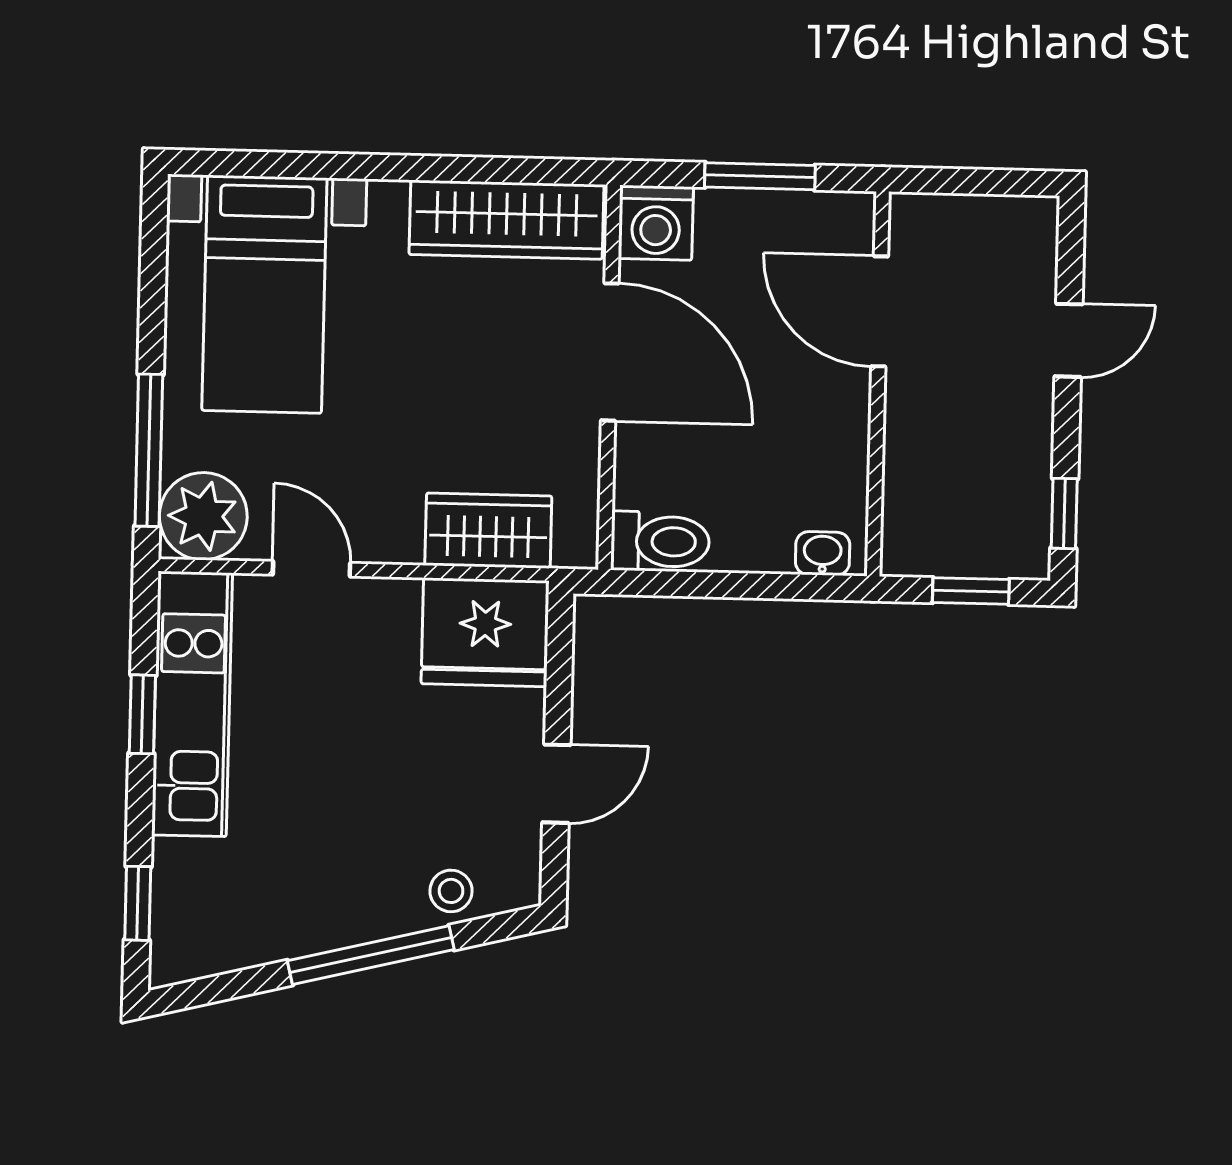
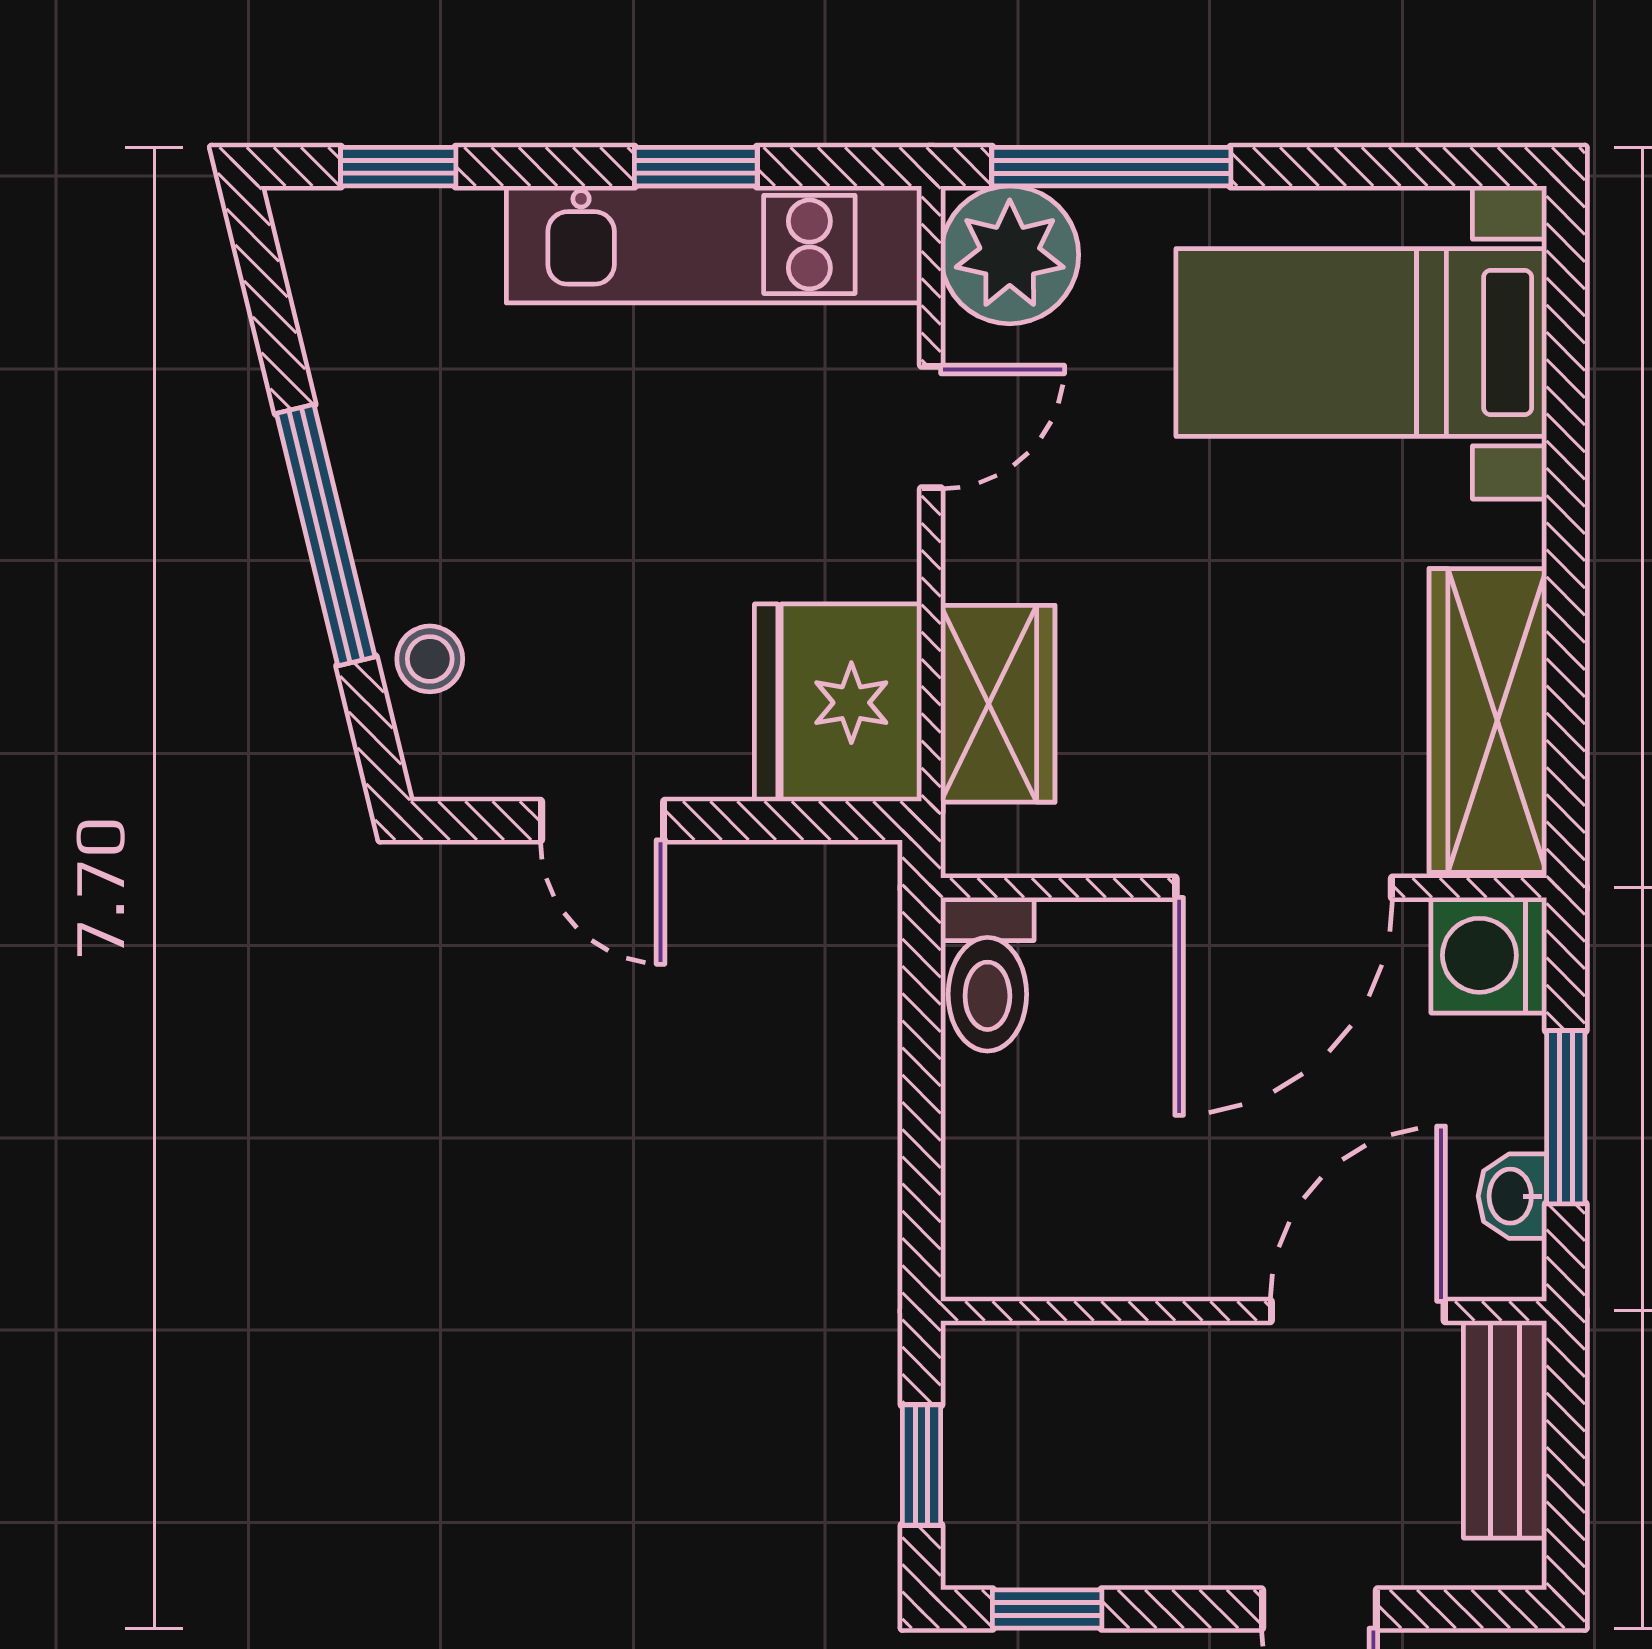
bench: (957, 220) -> (1505, 1429), added
washbasin: (823, 553) -> (1512, 1196), moved, turned 180

